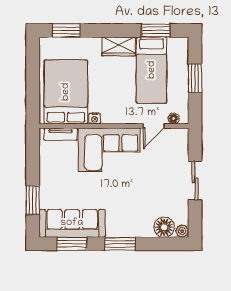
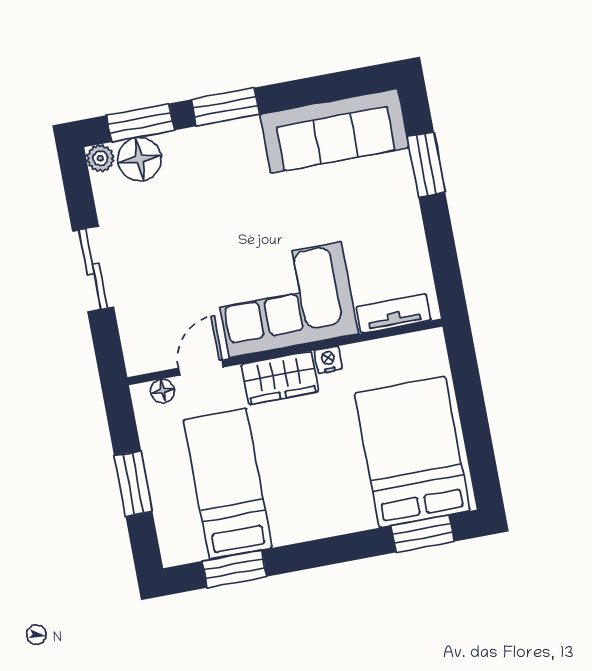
wardrobe: (119, 46) -> (280, 378), moved, turned 180
bed: (66, 92) -> (412, 452), moved, turned 180
window: (72, 244) -> (140, 123), moved

